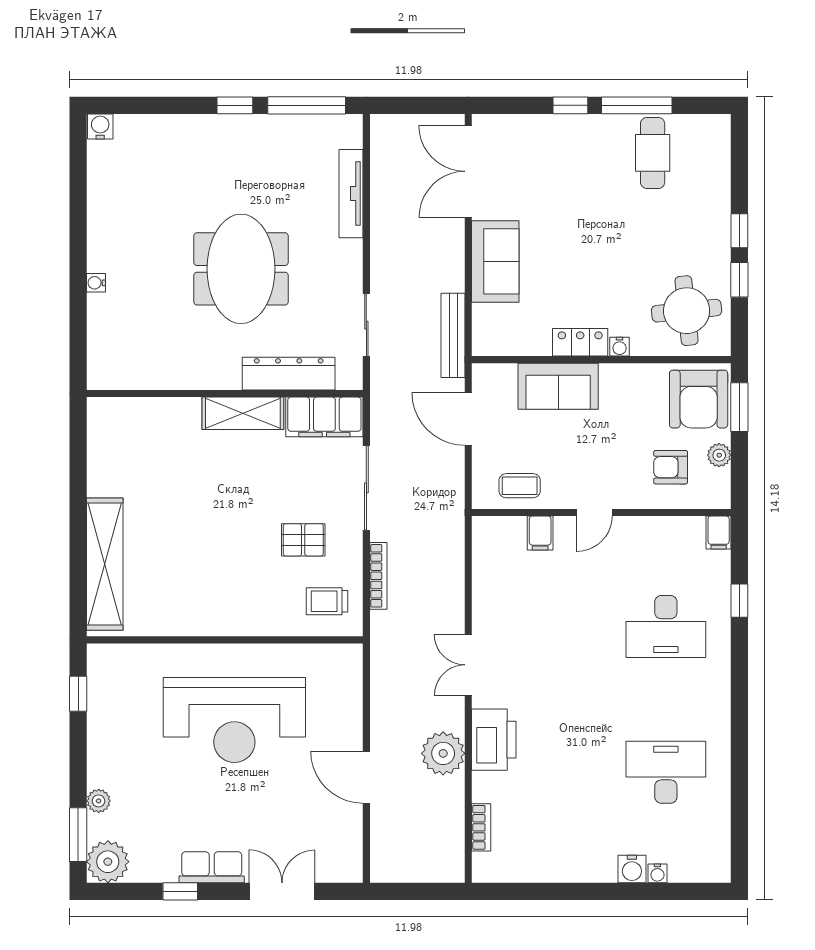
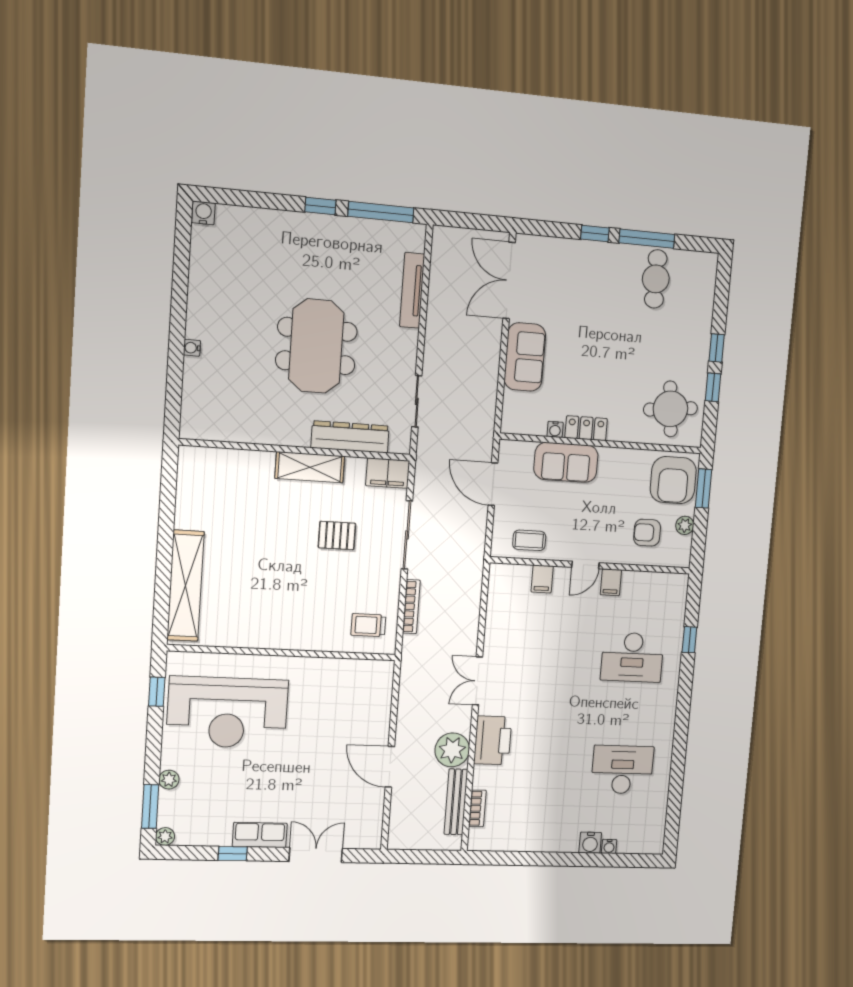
bench: (453, 335) -> (456, 802), moved
water cooler: (620, 347) -> (555, 429), moved
filing cabinet: (324, 417) -> (388, 473), width x0.67, depth x0.86
filing cabinet: (719, 532) -> (611, 582), moved
pallet: (303, 540) -> (337, 535), moved
reception desk: (234, 720) -> (227, 713), moved
plant: (108, 862) -> (165, 836), width x0.53, depth x0.53

